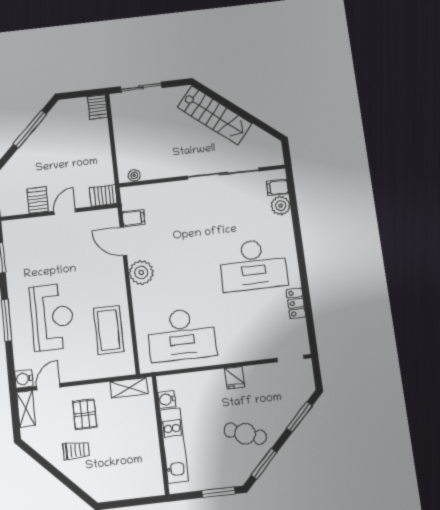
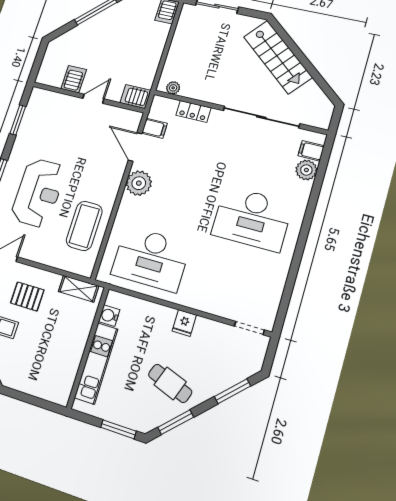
locker: (296, 303) -> (193, 111), moved, turned -90
pallet: (85, 414) -> (27, 296), turned 90

